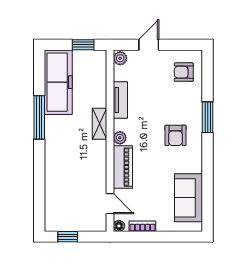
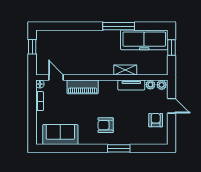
window: (83, 45) -> (171, 48), moved
armchair: (184, 72) -> (156, 120), moved
shelving: (99, 124) -> (125, 70), moved
plant: (120, 138) -> (150, 85), moved
door: (110, 204) -> (56, 77), swing flipped

